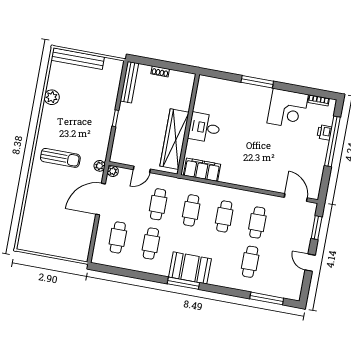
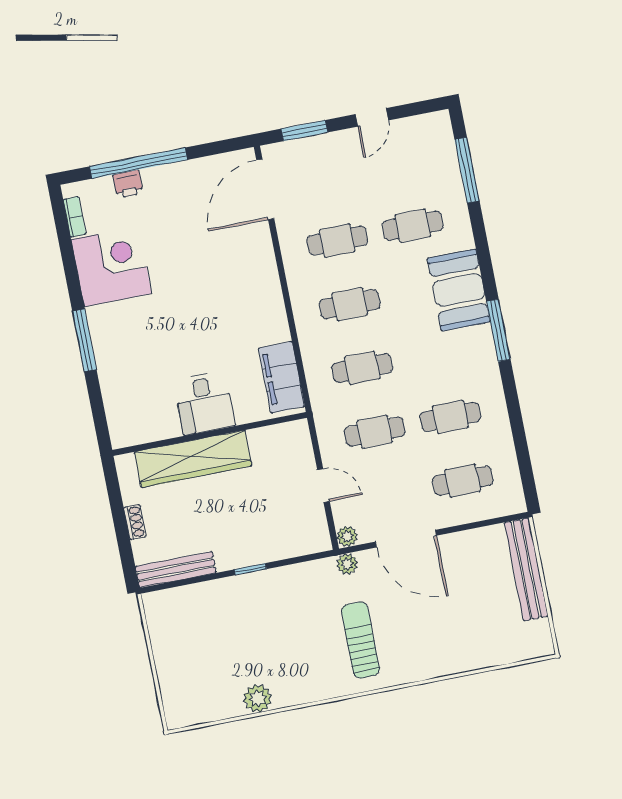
bench: (78, 59) -> (526, 569), moved
wardrobe: (174, 139) -> (193, 459), moved
door: (296, 198) -> (265, 189), width x1.36
booth: (190, 268) -> (459, 290), moved

